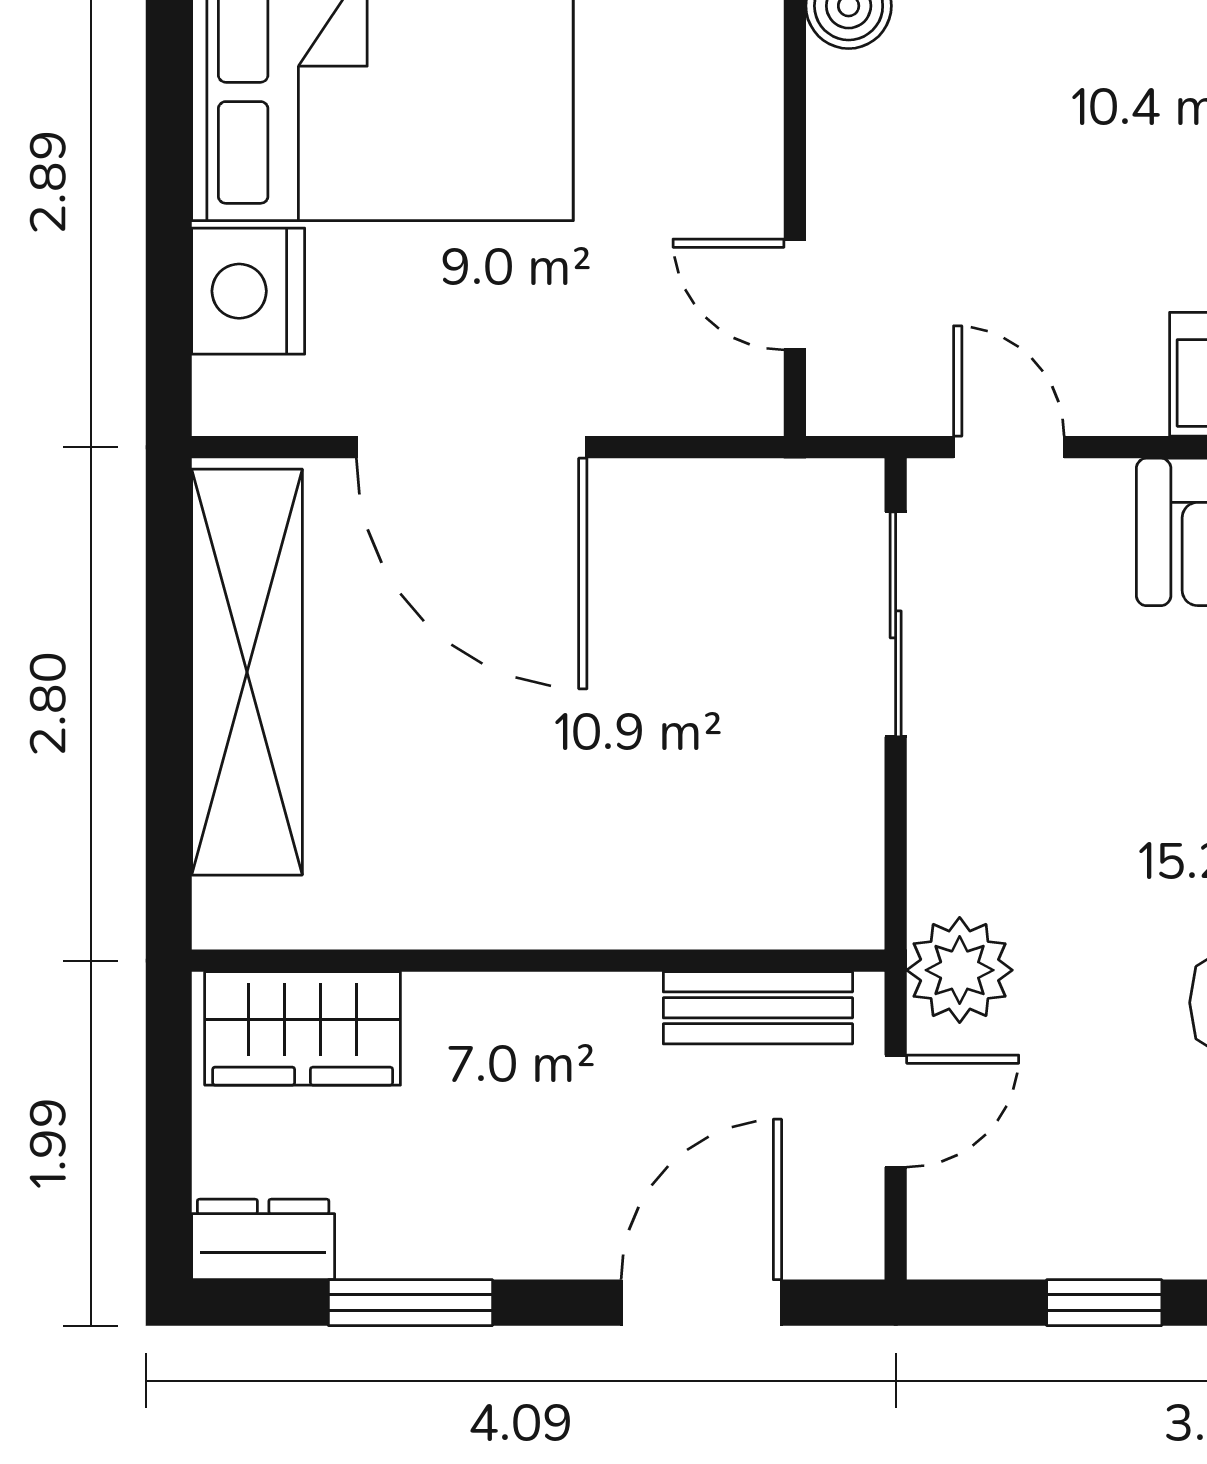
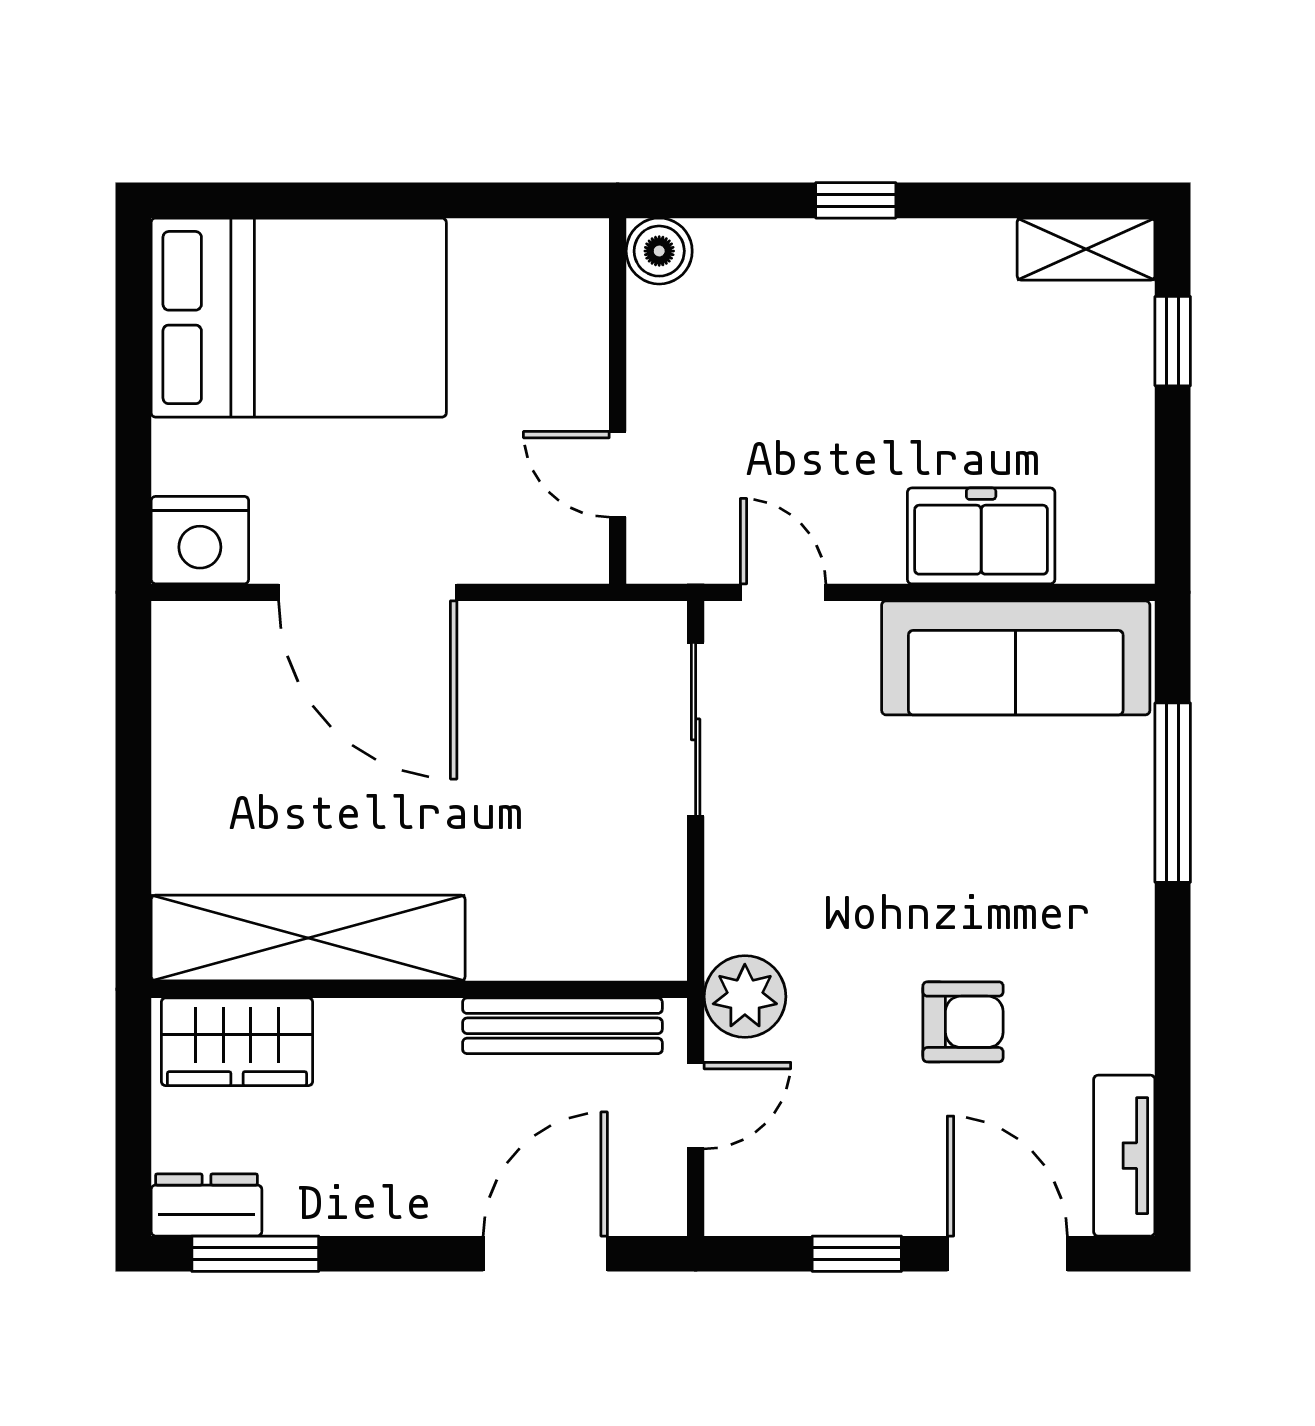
nightstand: (248, 291) -> (200, 540), moved, turned -90
shelving: (247, 672) -> (308, 938), moved, turned 90
bench: (758, 1008) -> (562, 1026), width x1.36
window: (410, 1303) -> (255, 1254), moved

